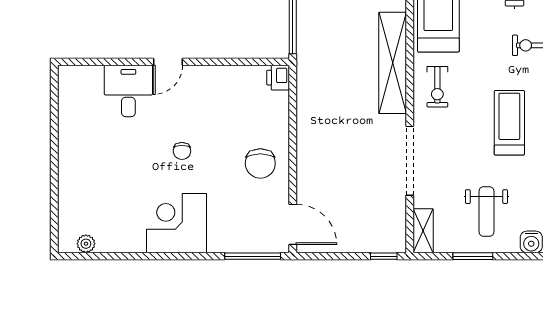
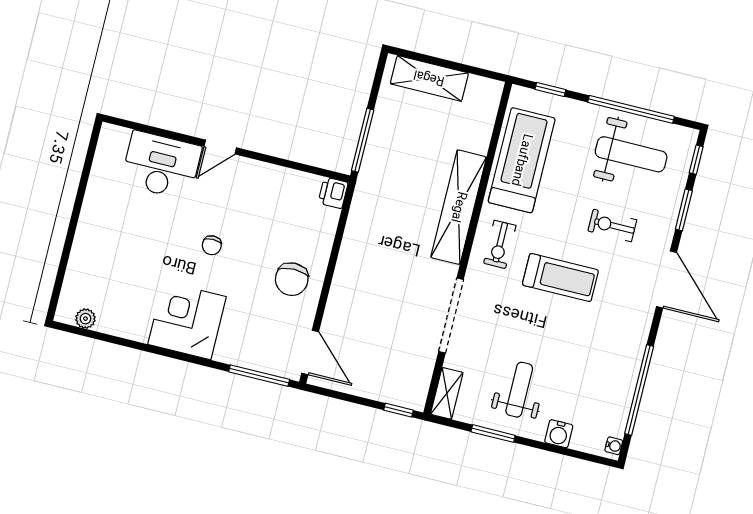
desk: (128, 91) -> (161, 165), width x1.37
treadmill: (509, 123) -> (560, 277), moved, turned 90
weight bench: (486, 212) -> (519, 390), turned 180

